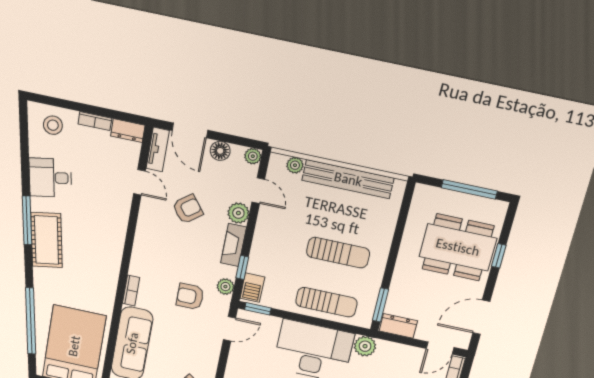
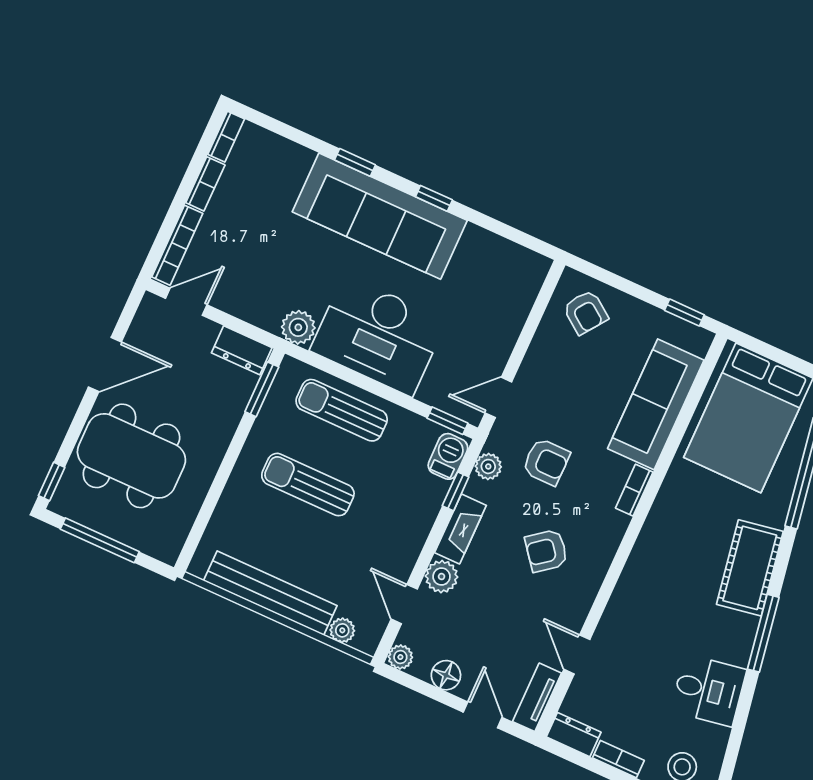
door: (190, 130) -> (483, 715), width x0.73
armchair: (188, 209) -> (546, 551), moved
cot: (47, 240) -> (750, 568), moved
window: (499, 256) -> (52, 482), moved
door: (481, 317) -> (105, 364), moved

